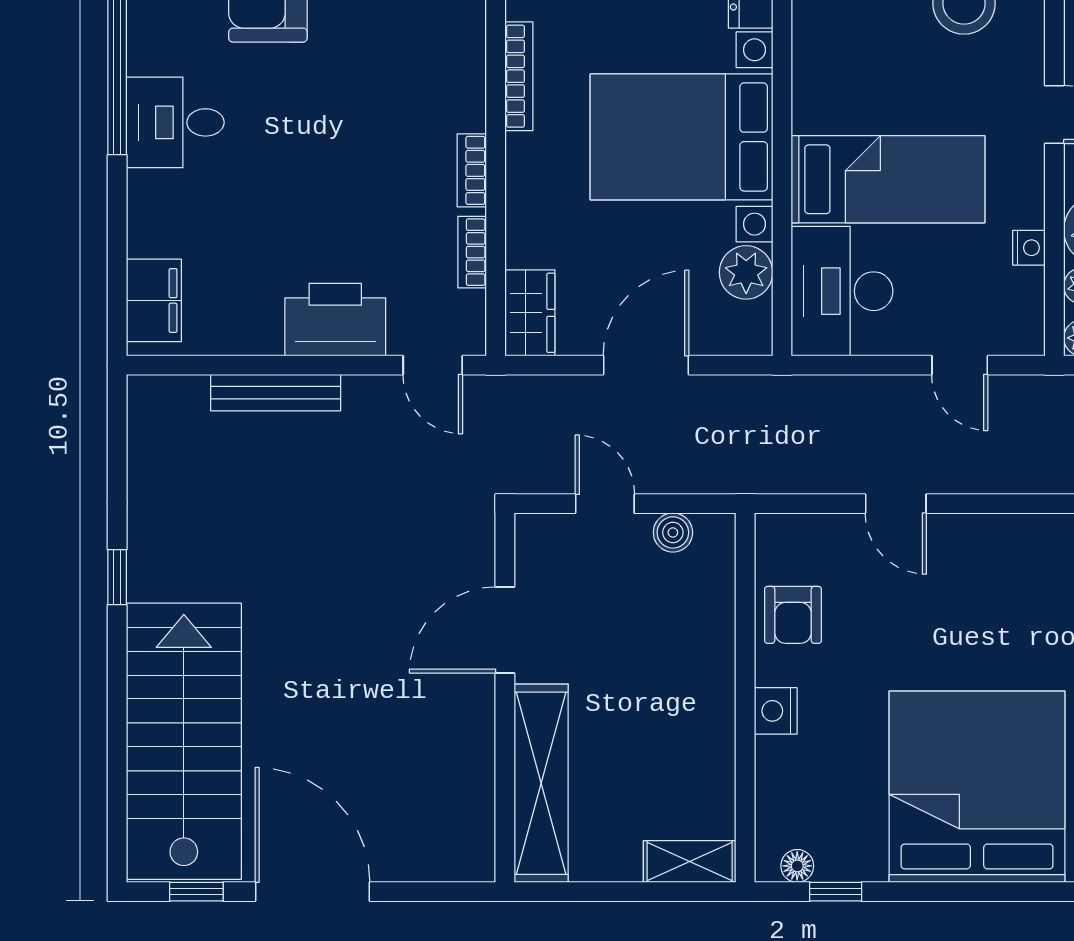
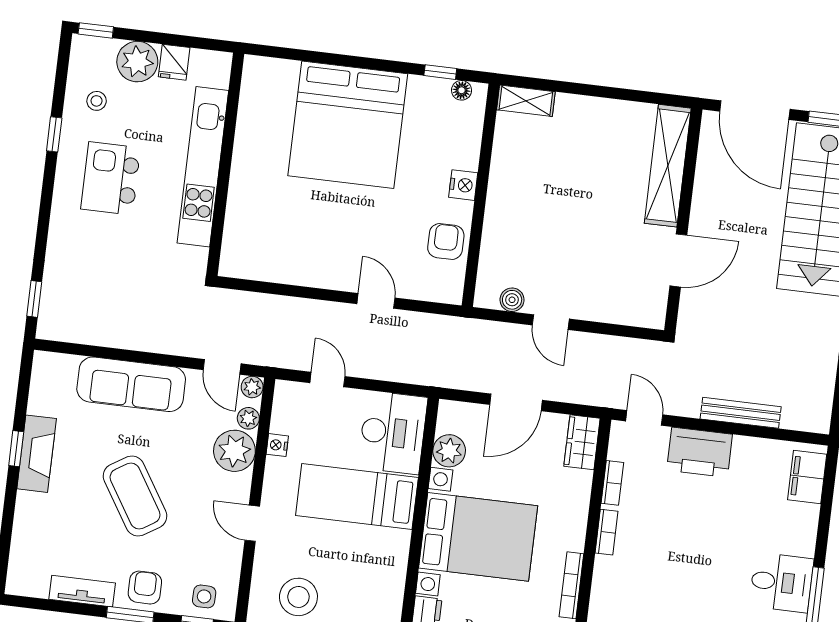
door: (505, 630) -> (678, 260), moved
wall: (505, 698) -> (683, 220), moved
shelving: (541, 783) -> (668, 166), moved

